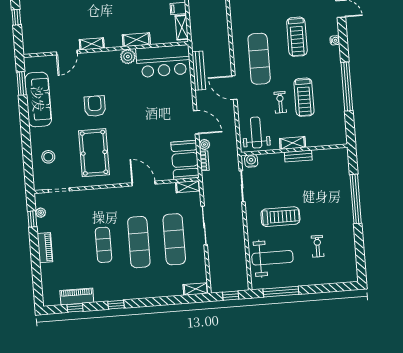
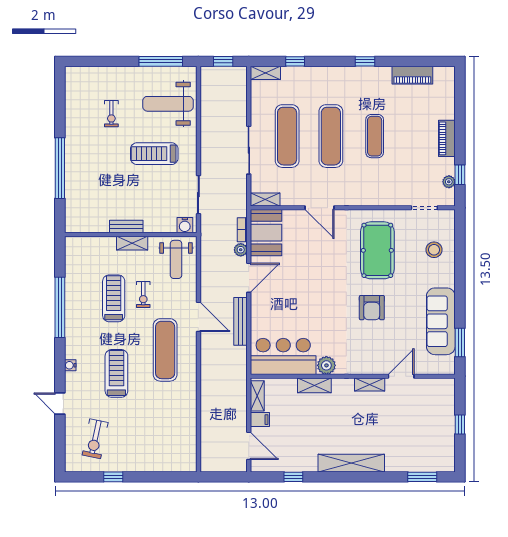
bench: (199, 71) -> (241, 321), moved
door: (196, 122) -> (249, 278), swing flipped
window: (75, 308) -> (295, 61), moved

